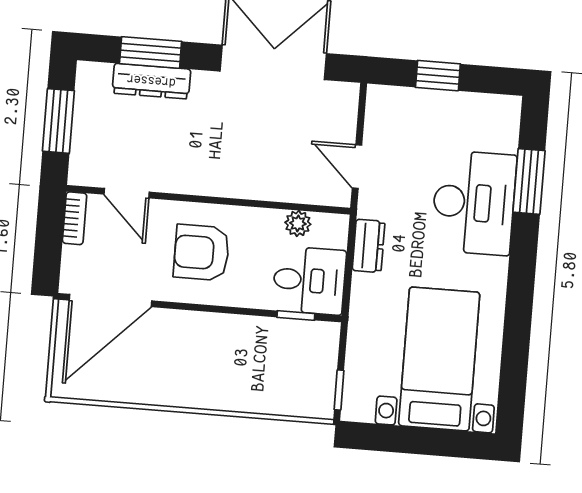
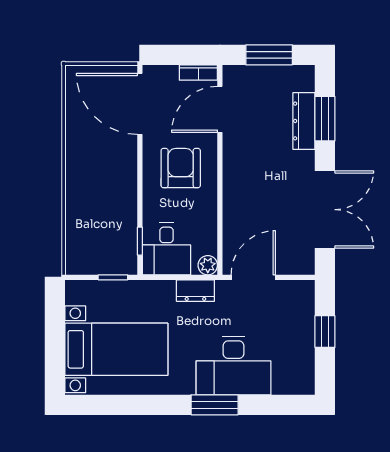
door: (357, 167) -> (253, 277), width x1.38
window: (529, 181) -> (215, 405), moved
door: (127, 193) -> (220, 109), width x1.38
plant: (298, 223) -> (208, 265), moved
window: (339, 390) -> (113, 277), moved

